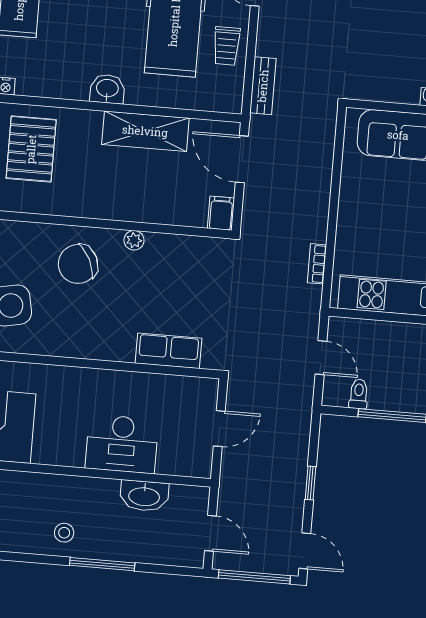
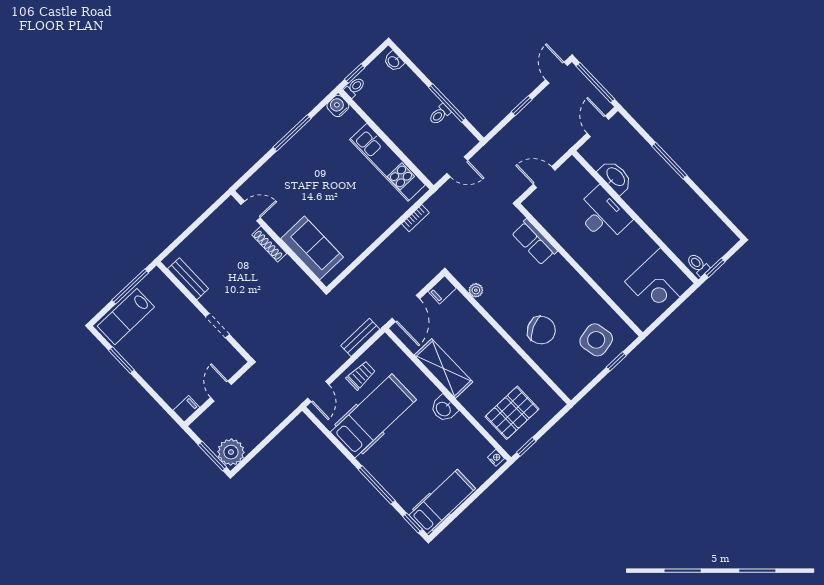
plant: (134, 240) -> (476, 290), moved
door: (321, 358) -> (457, 167), swing flipped
toilet: (359, 394) -> (440, 114), moved
stool: (64, 533) -> (675, 195), removed

